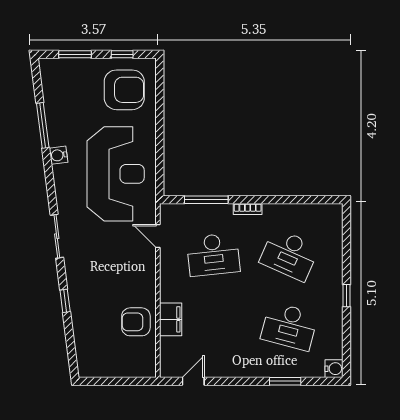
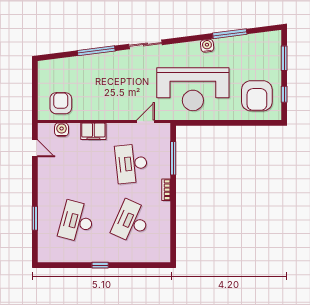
window: (65, 301) -> (96, 51), width x2.17
filing cabinet: (171, 319) -> (93, 131), moved
armchair: (136, 322) -> (61, 103), moved
water cooler: (334, 369) -> (62, 130), moved, turned 180

